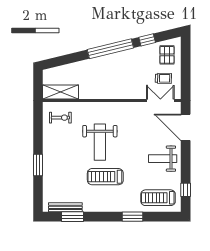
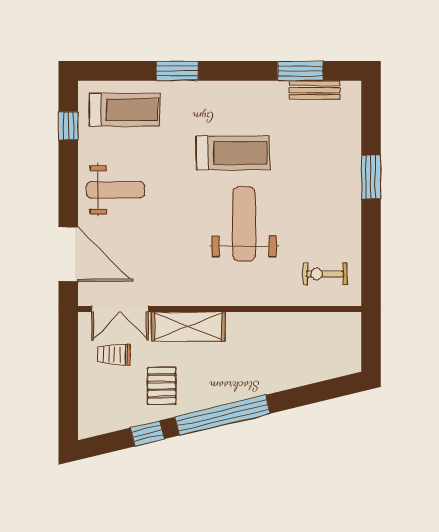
pallet: (167, 55) -> (162, 386), moved
shelving: (61, 92) -> (188, 326), moved
bench: (65, 207) -> (315, 90), width x0.73

